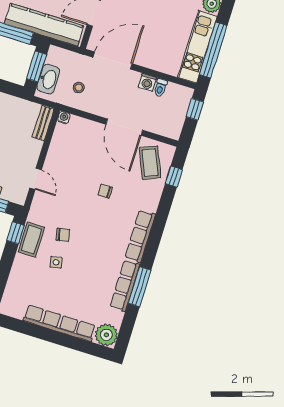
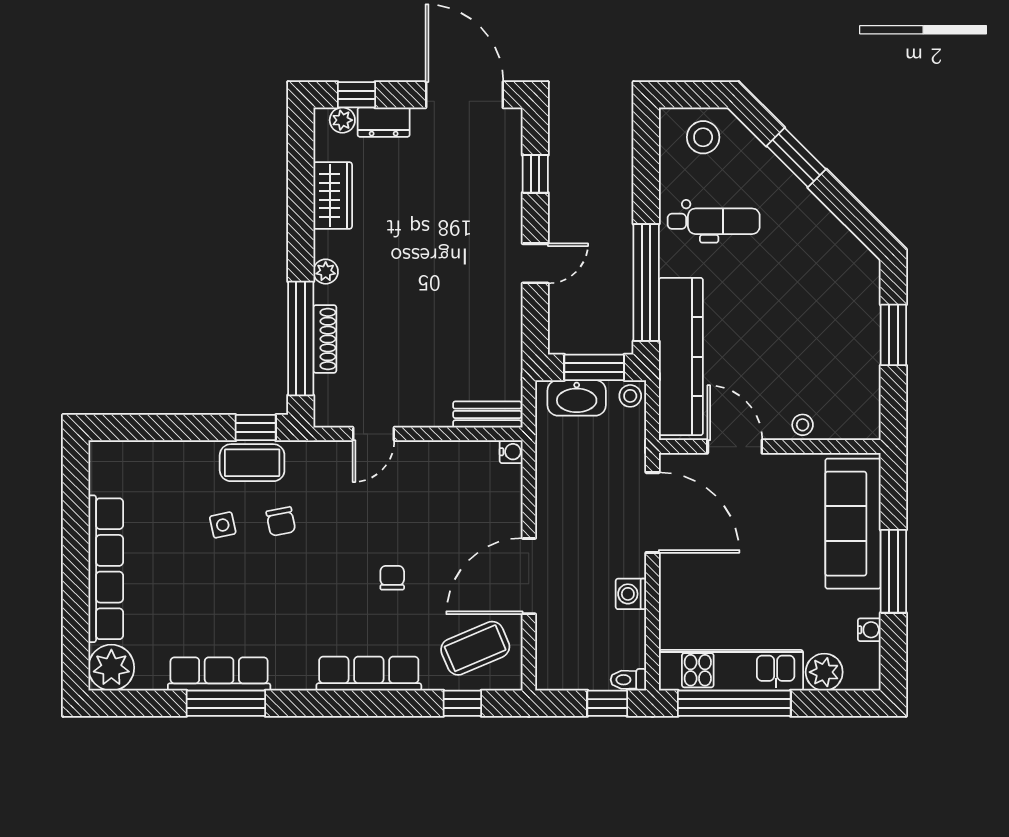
stool: (79, 88) -> (630, 396), moved
toilet: (160, 88) -> (628, 680), moved
row of seats: (140, 236) -> (369, 674), moved

